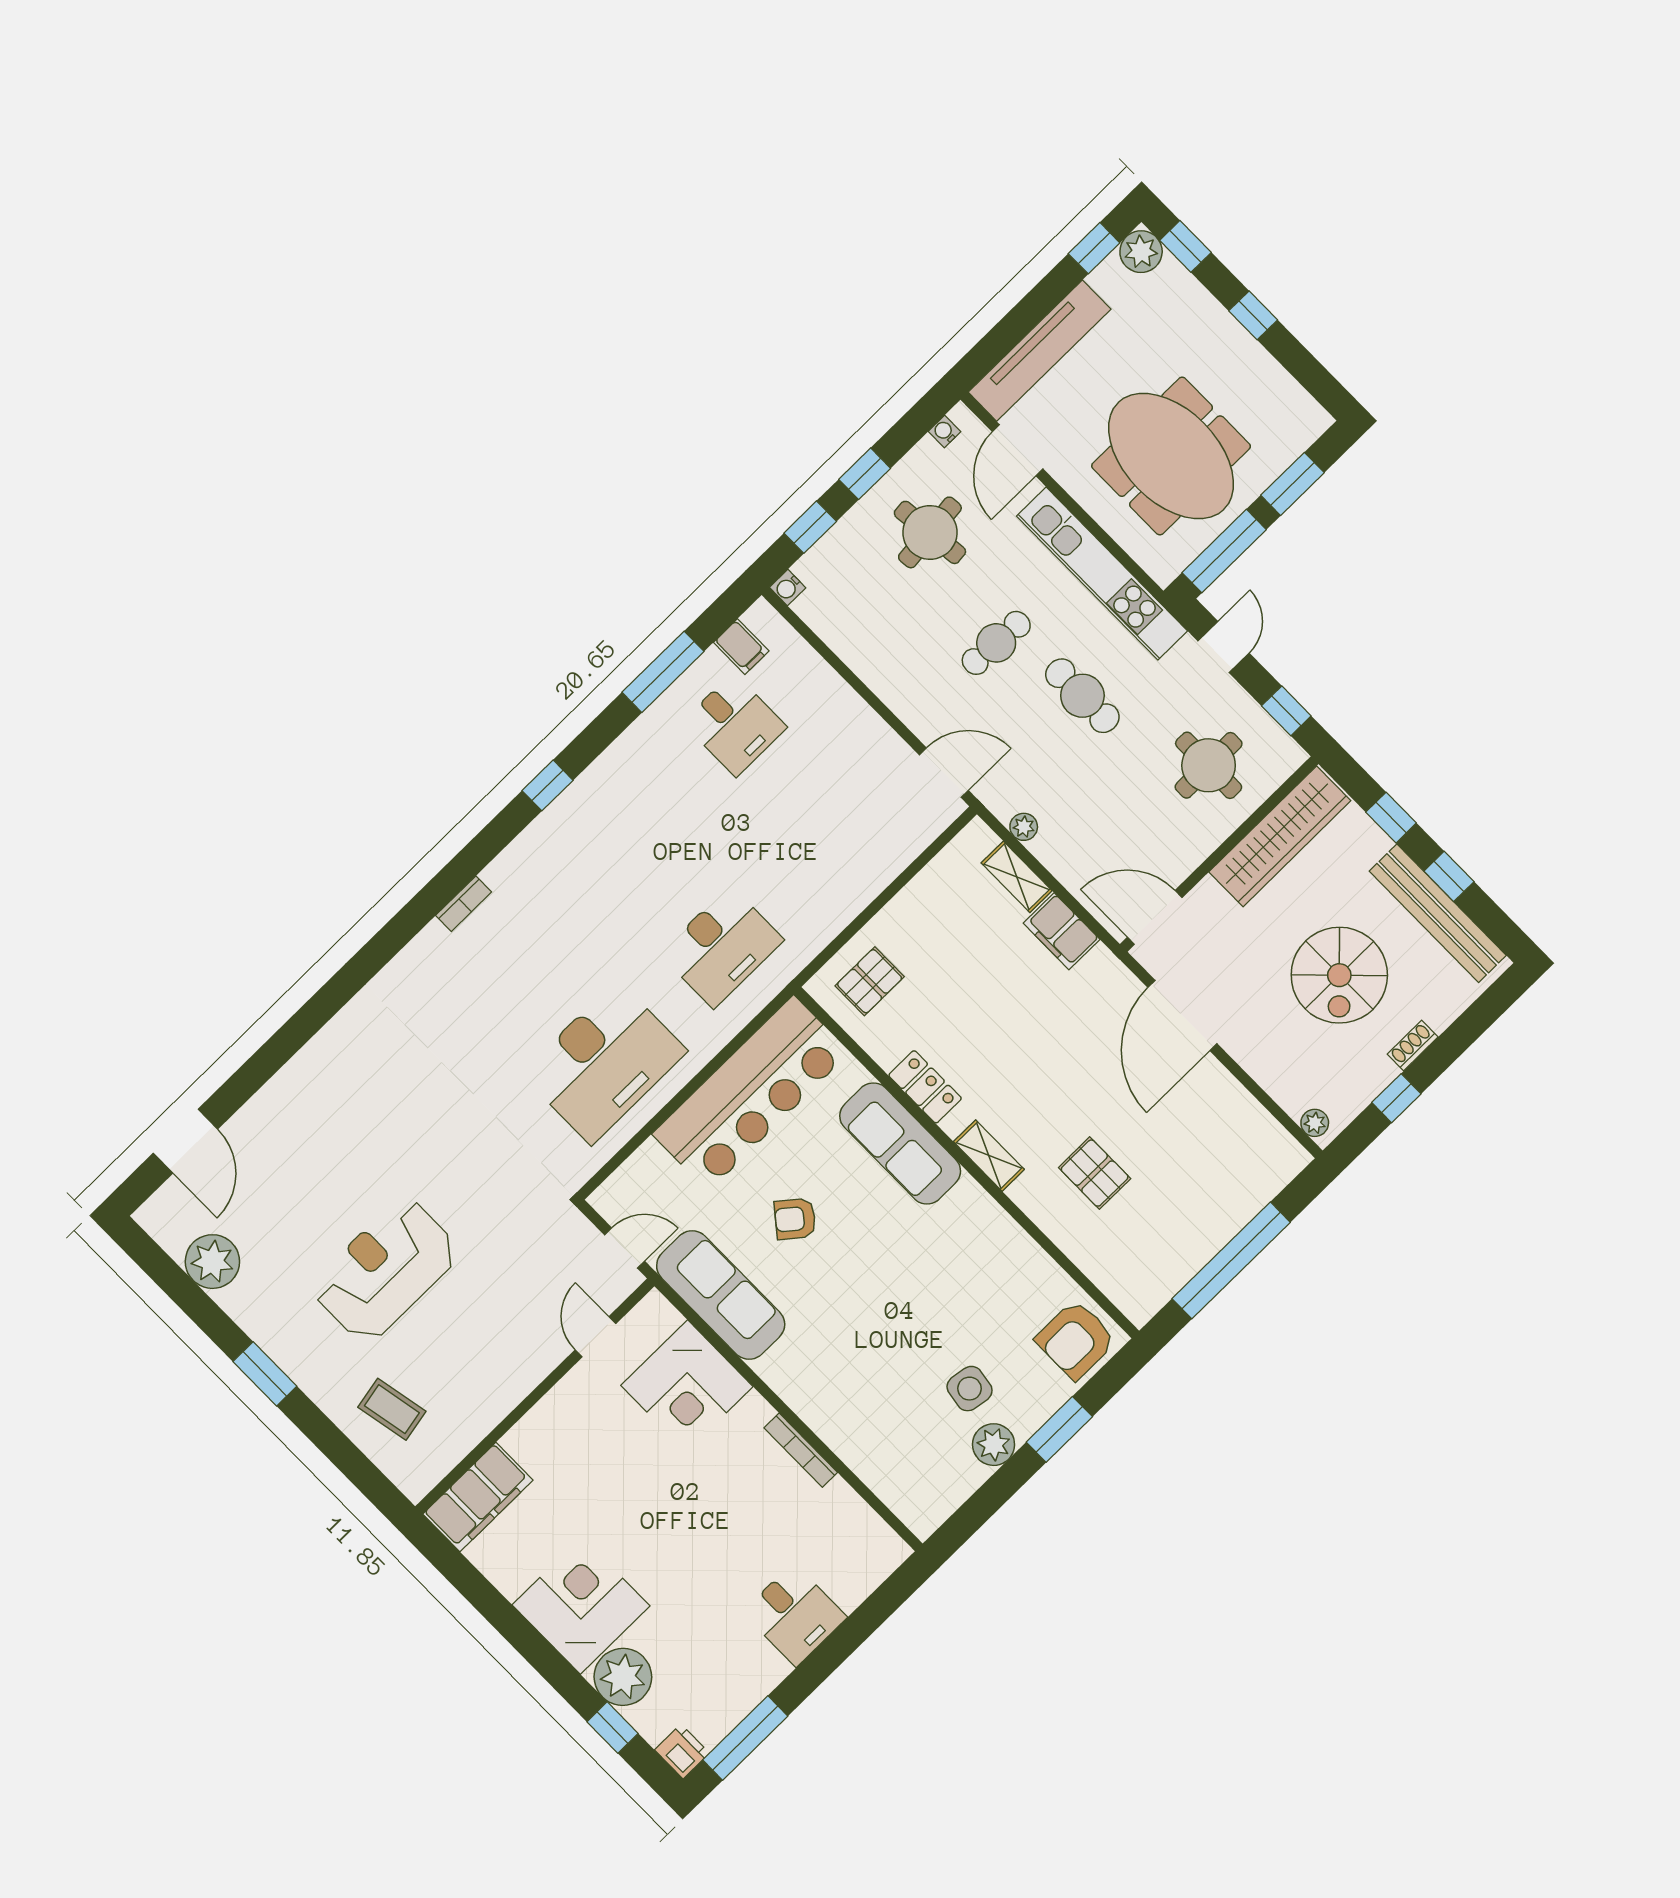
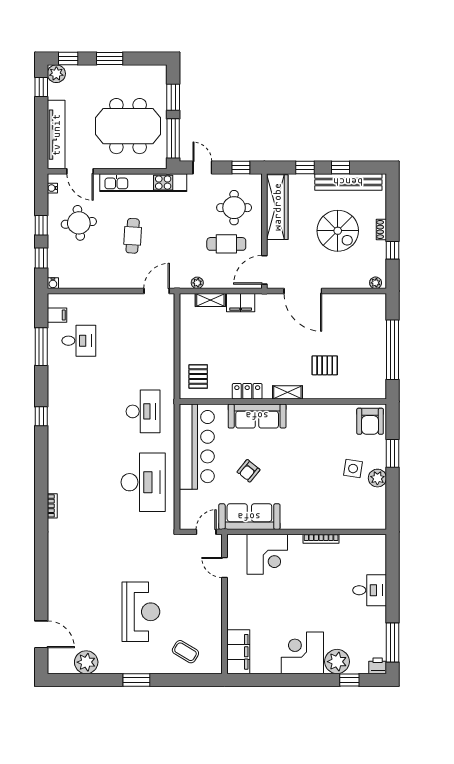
window: (1253, 315) -> (110, 59), width x1.50
cafe table: (1082, 696) -> (226, 244), moved
bookcase: (464, 904) -> (52, 506), moved
reception desk: (385, 1270) -> (141, 612), turned 180
coffee table: (392, 1409) -> (185, 652), turned 42

